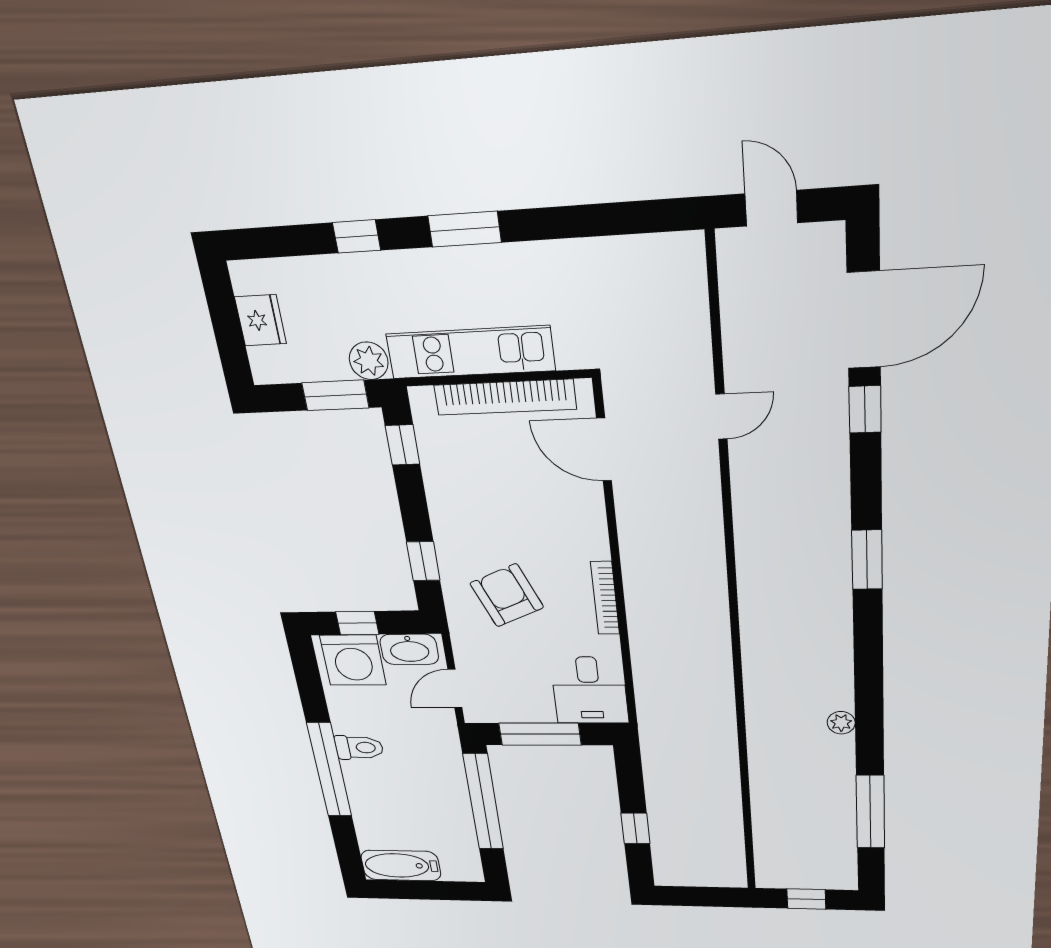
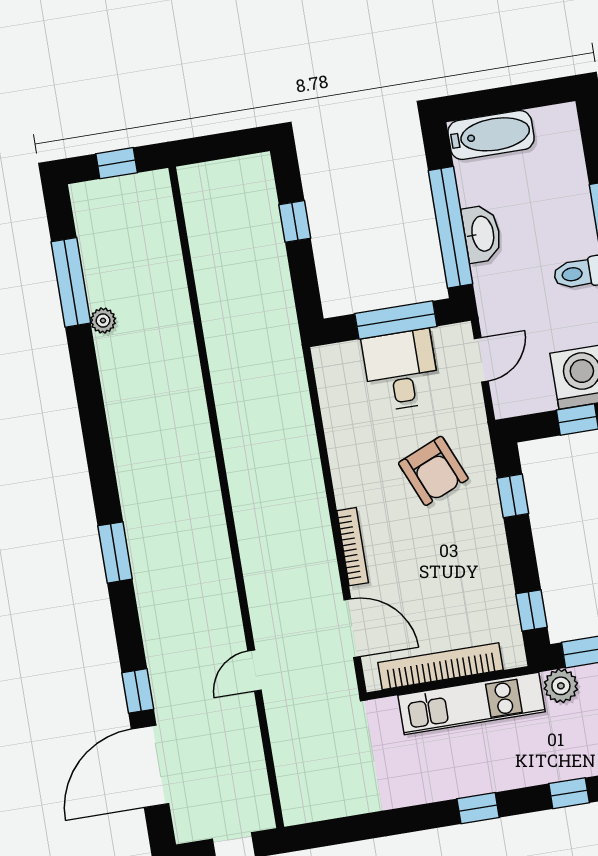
window: (465, 229) -> (478, 808), width x0.67
bookcase: (605, 598) -> (353, 547), moved
washbasin: (409, 649) -> (482, 234), moved, turned 90
desk: (589, 690) -> (401, 370), moved
plant: (841, 723) -> (103, 321), moved
bathtub: (401, 865) -> (491, 135), moved

